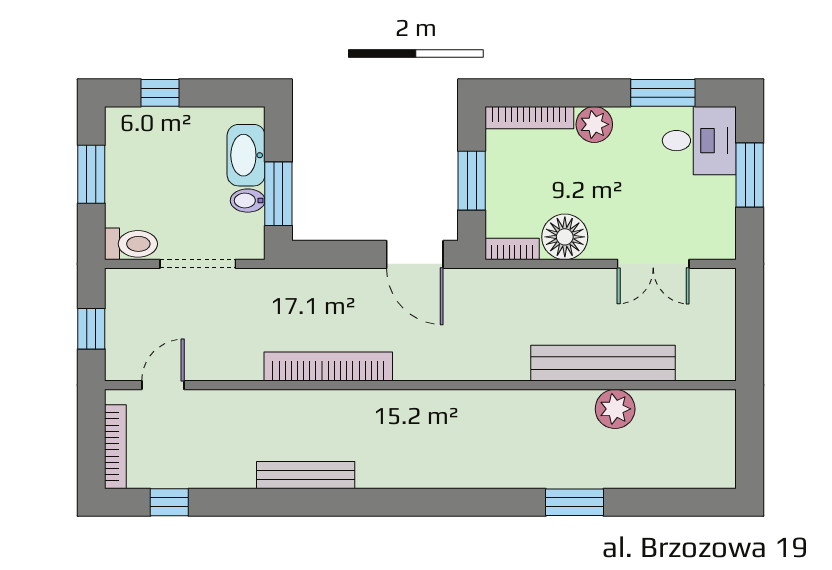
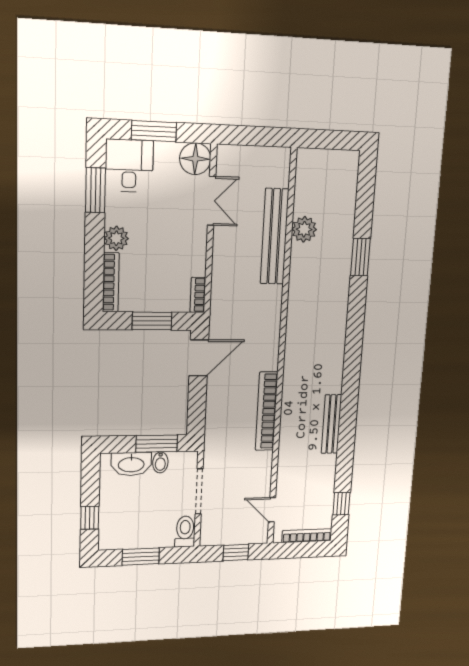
floor lamp: (565, 237) -> (195, 159), moved

